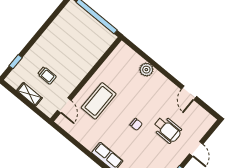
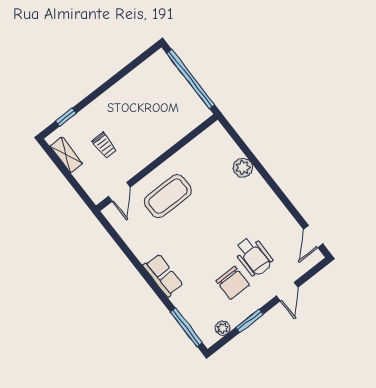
door: (189, 93) -> (313, 237), moved
shelving: (30, 94) -> (66, 155), moved
chair: (136, 124) -> (233, 283), moved, width x1.87, depth x1.87

